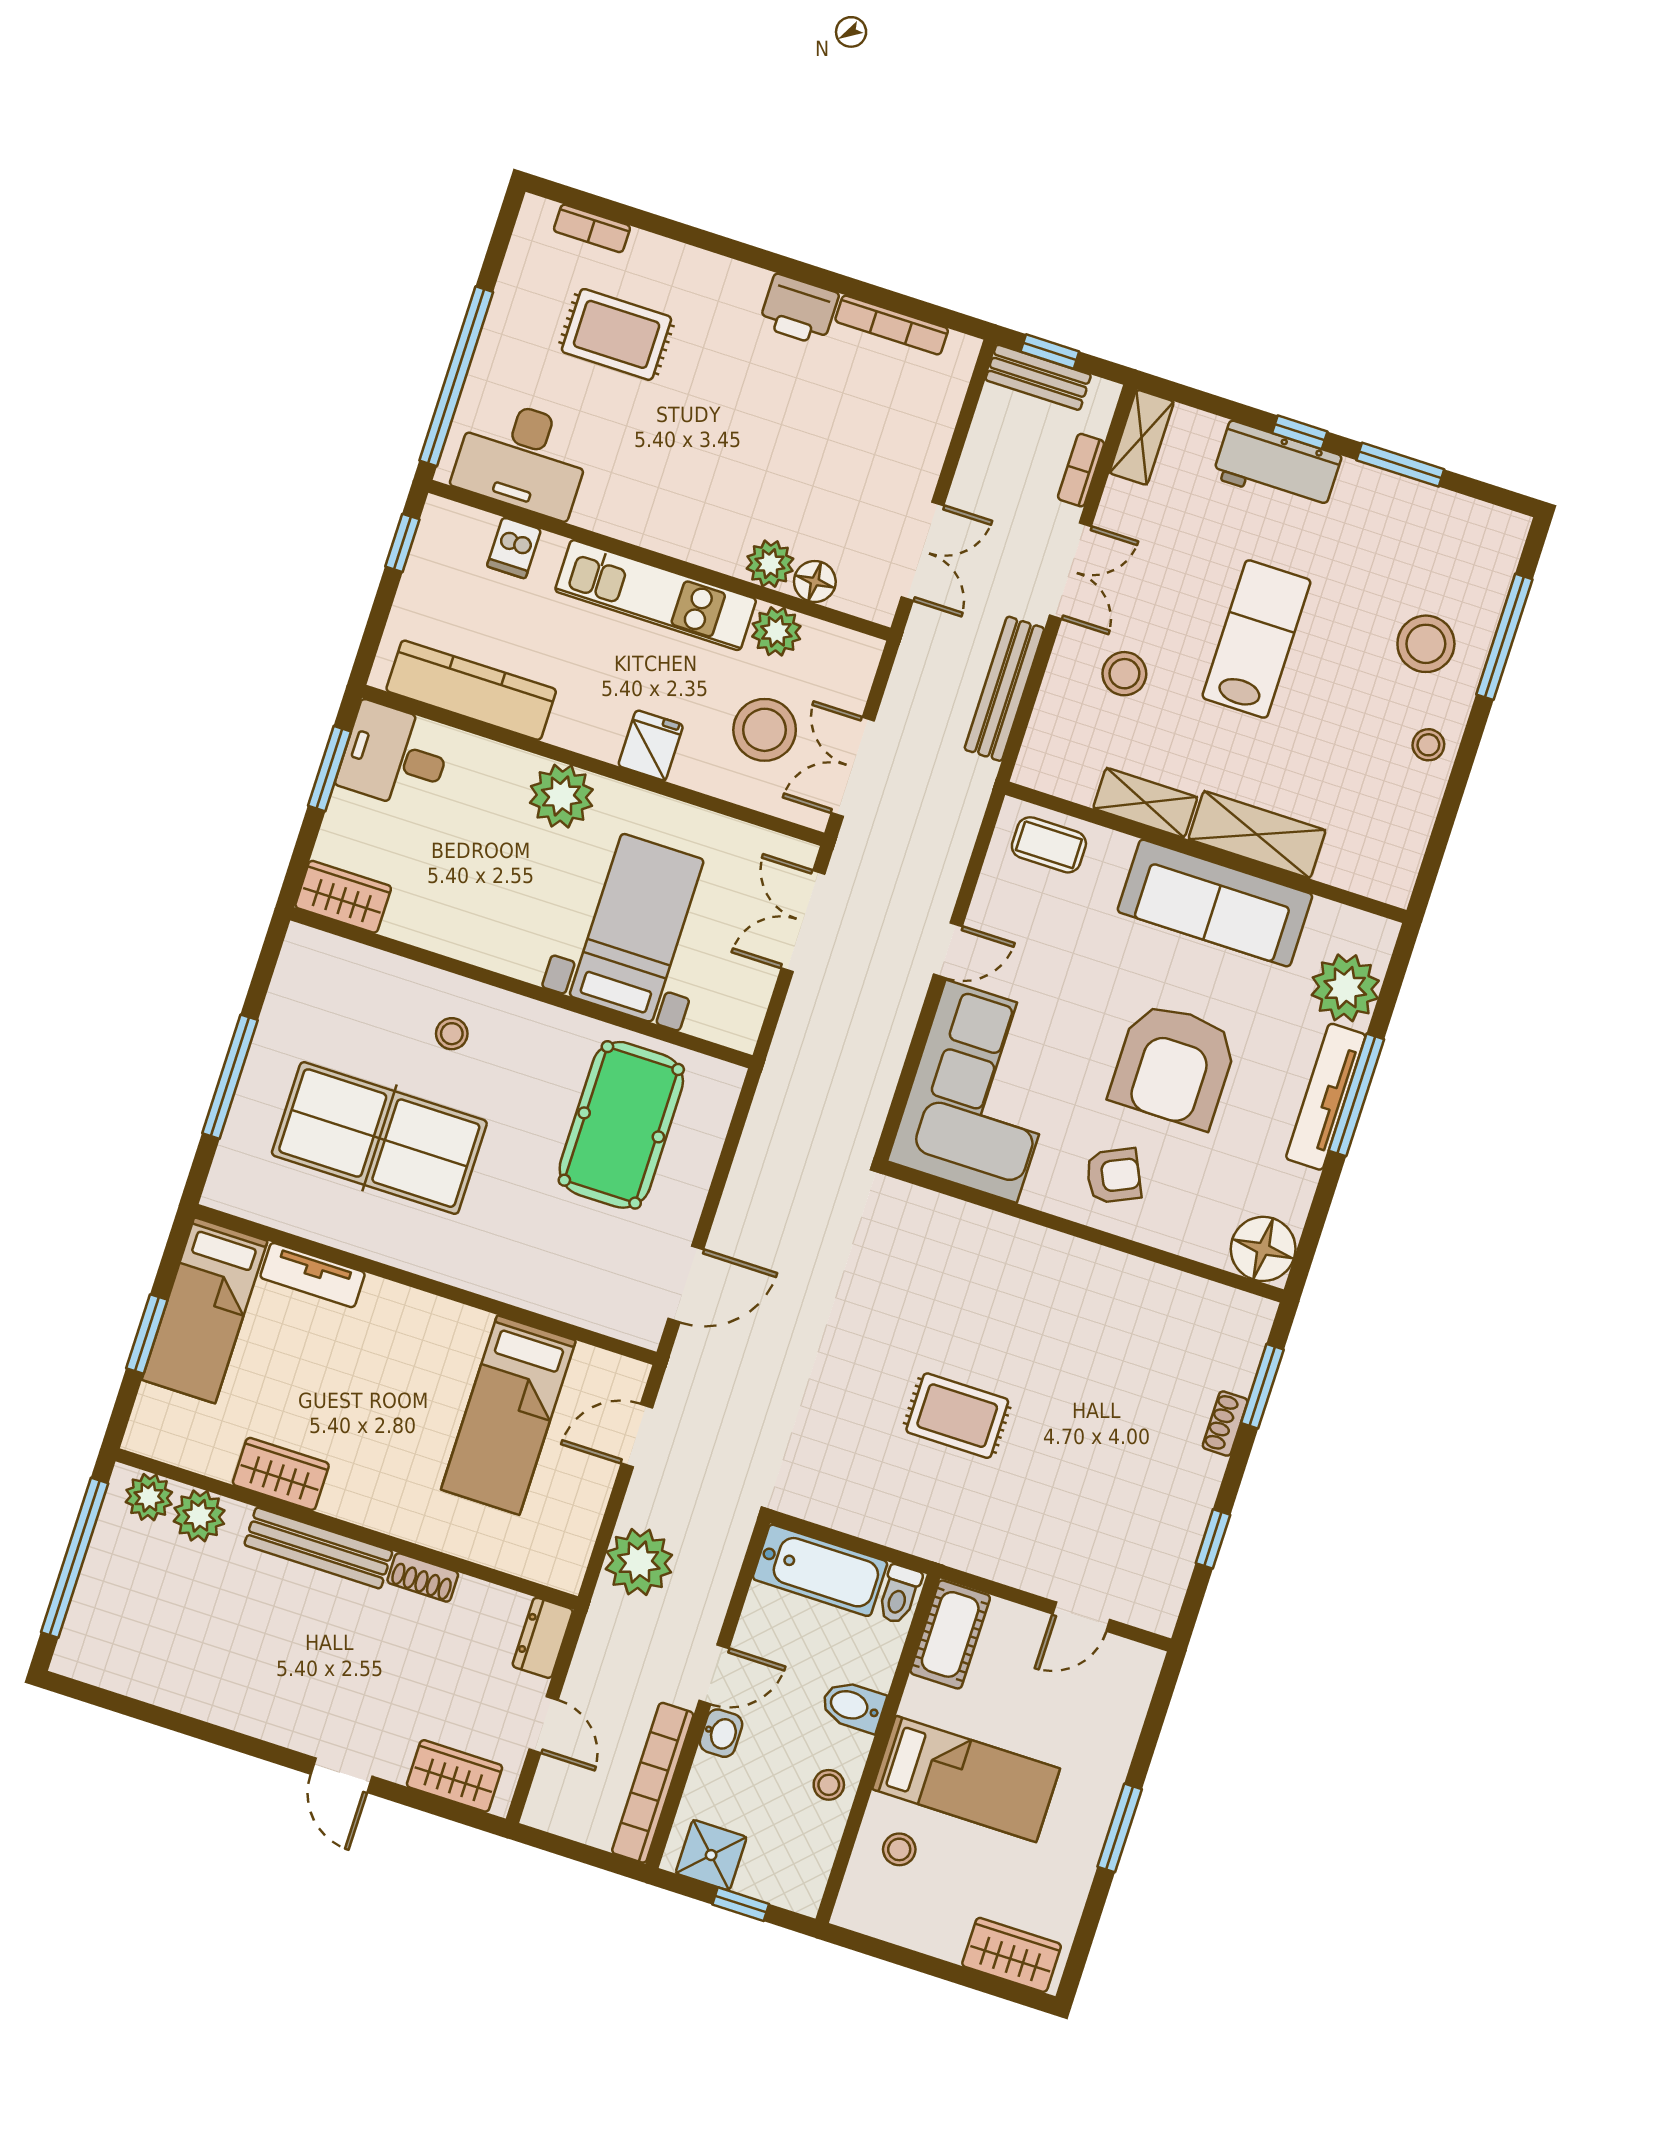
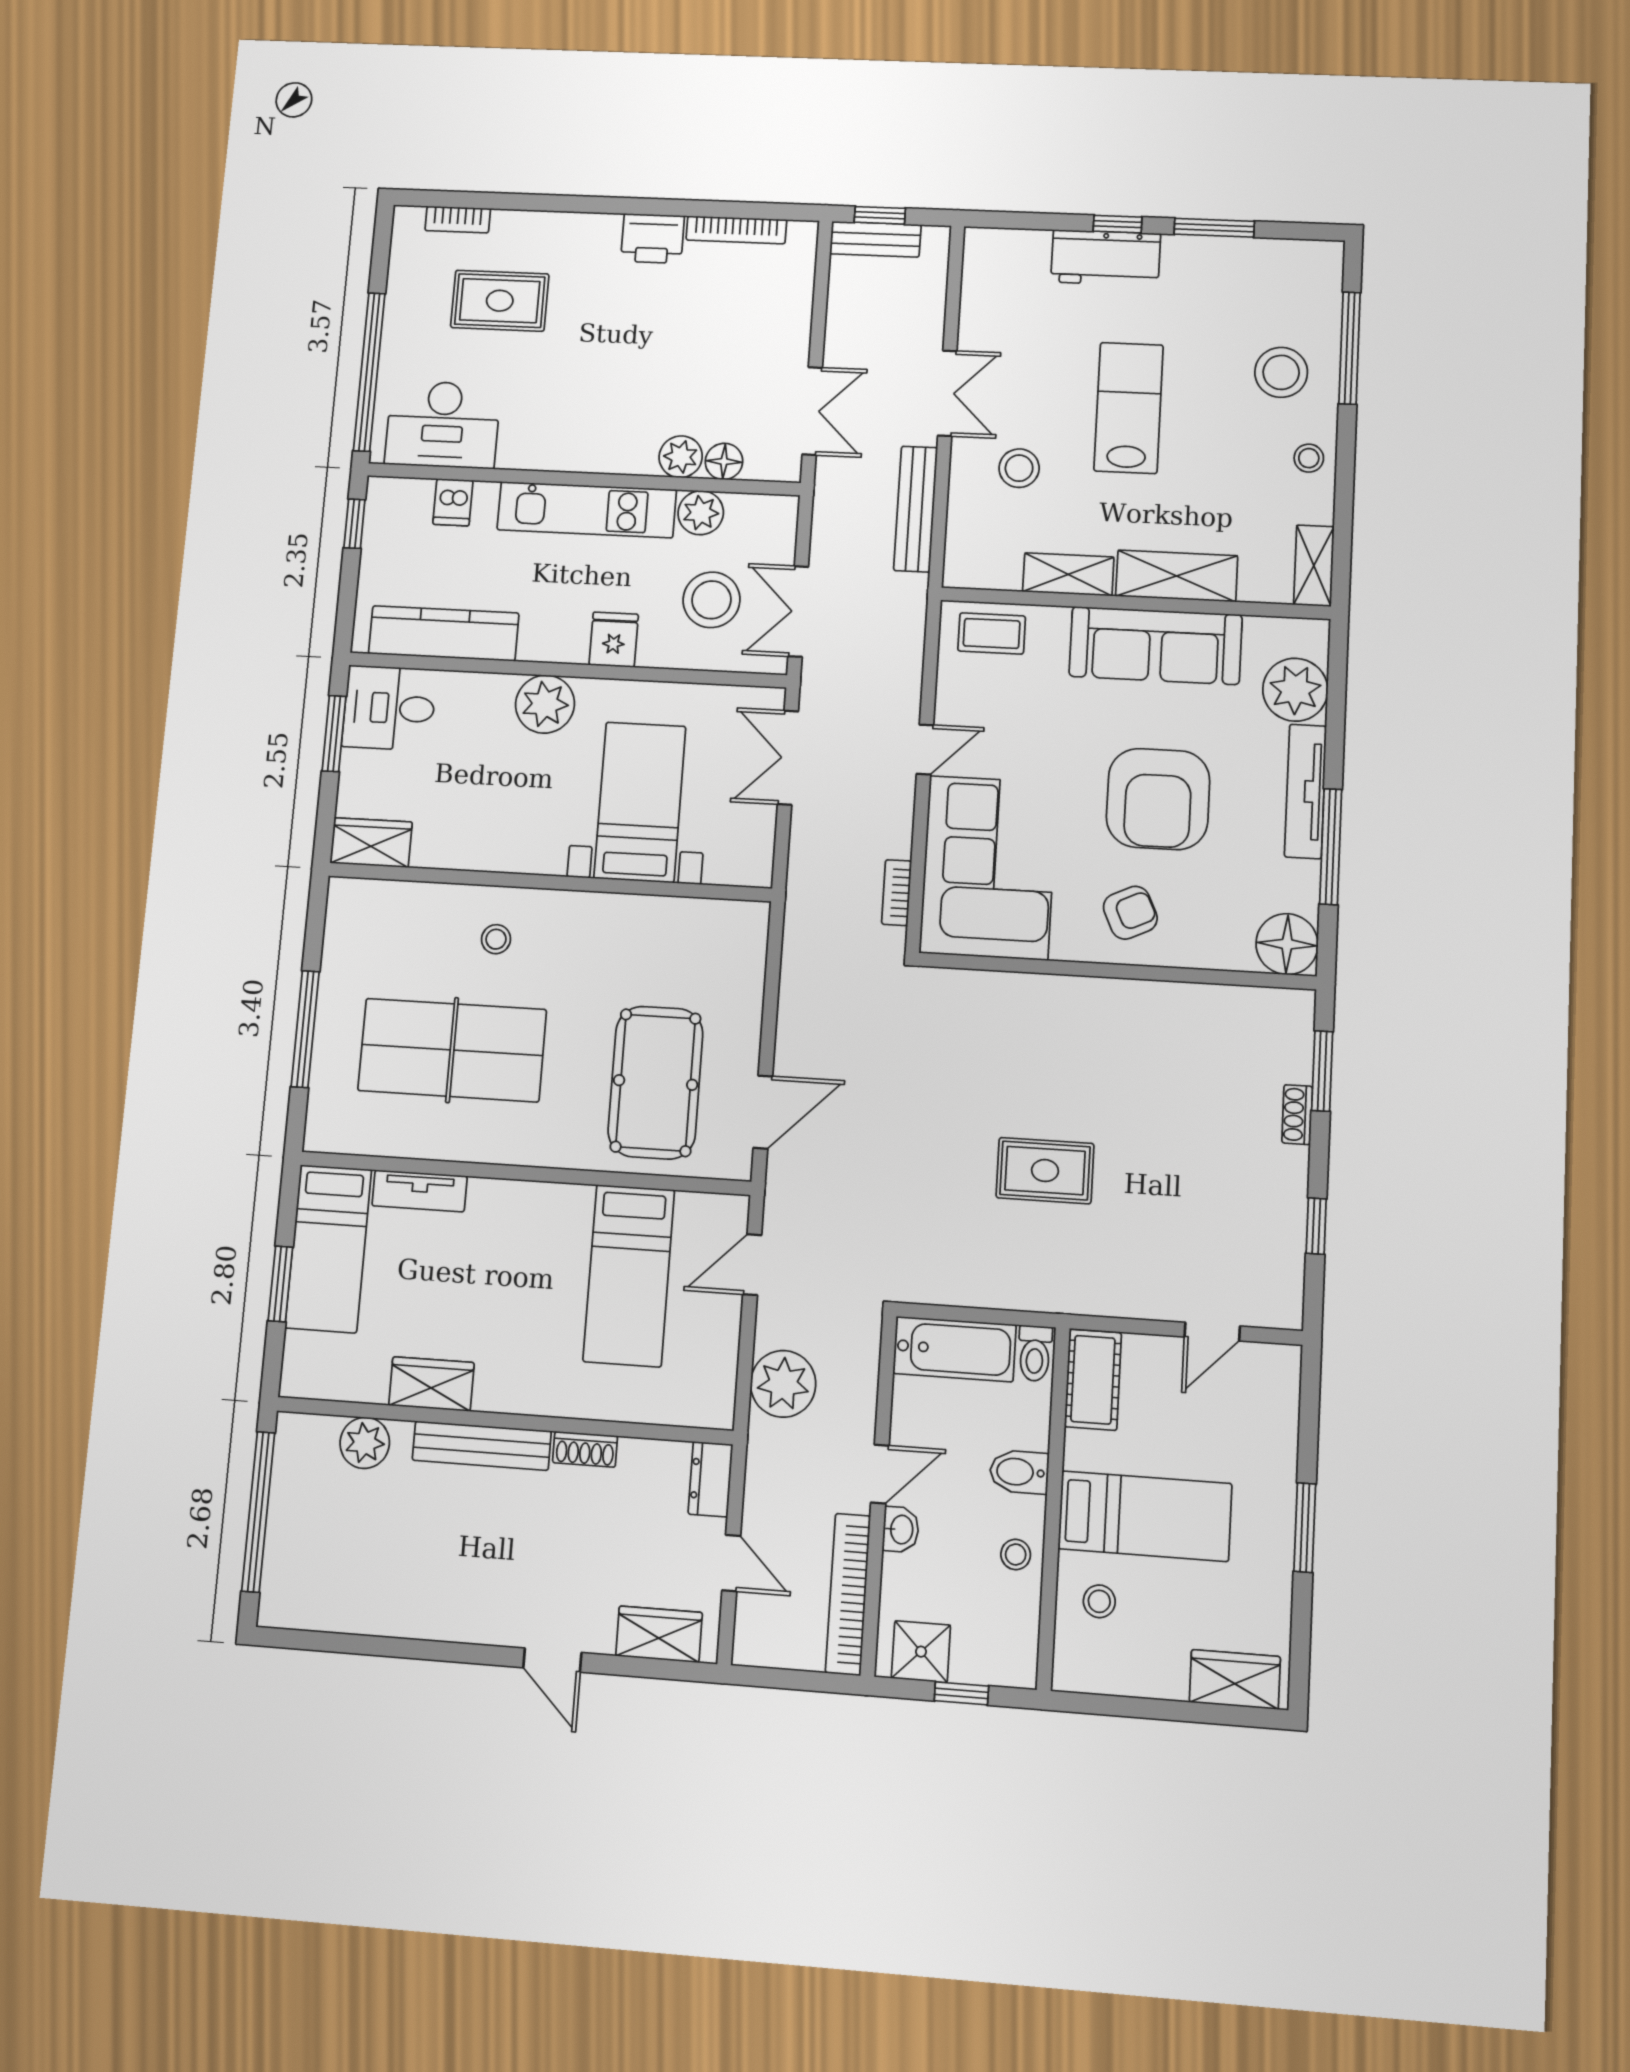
shelving: (1142, 437) -> (1314, 566), moved
bookcase: (1081, 470) -> (897, 893), moved
window: (1356, 1095) -> (1331, 847), moved
pool table: (621, 1125) -> (656, 1082), moved
plant: (149, 1497) -> (315, 1437), removed

